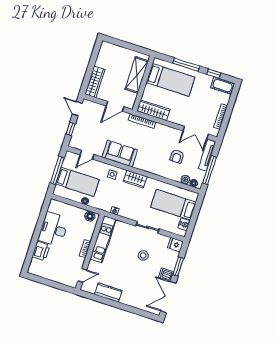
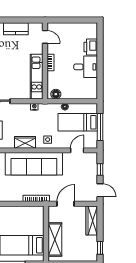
window: (95, 53) -> (100, 248), added
wardrobe: (153, 110) -> (29, 212), removed
sofa: (120, 153) -> (34, 164), width x1.85, depth x1.27
desk: (53, 229) -> (86, 67), width x0.73
door: (82, 275) -> (45, 37), swing flipped

